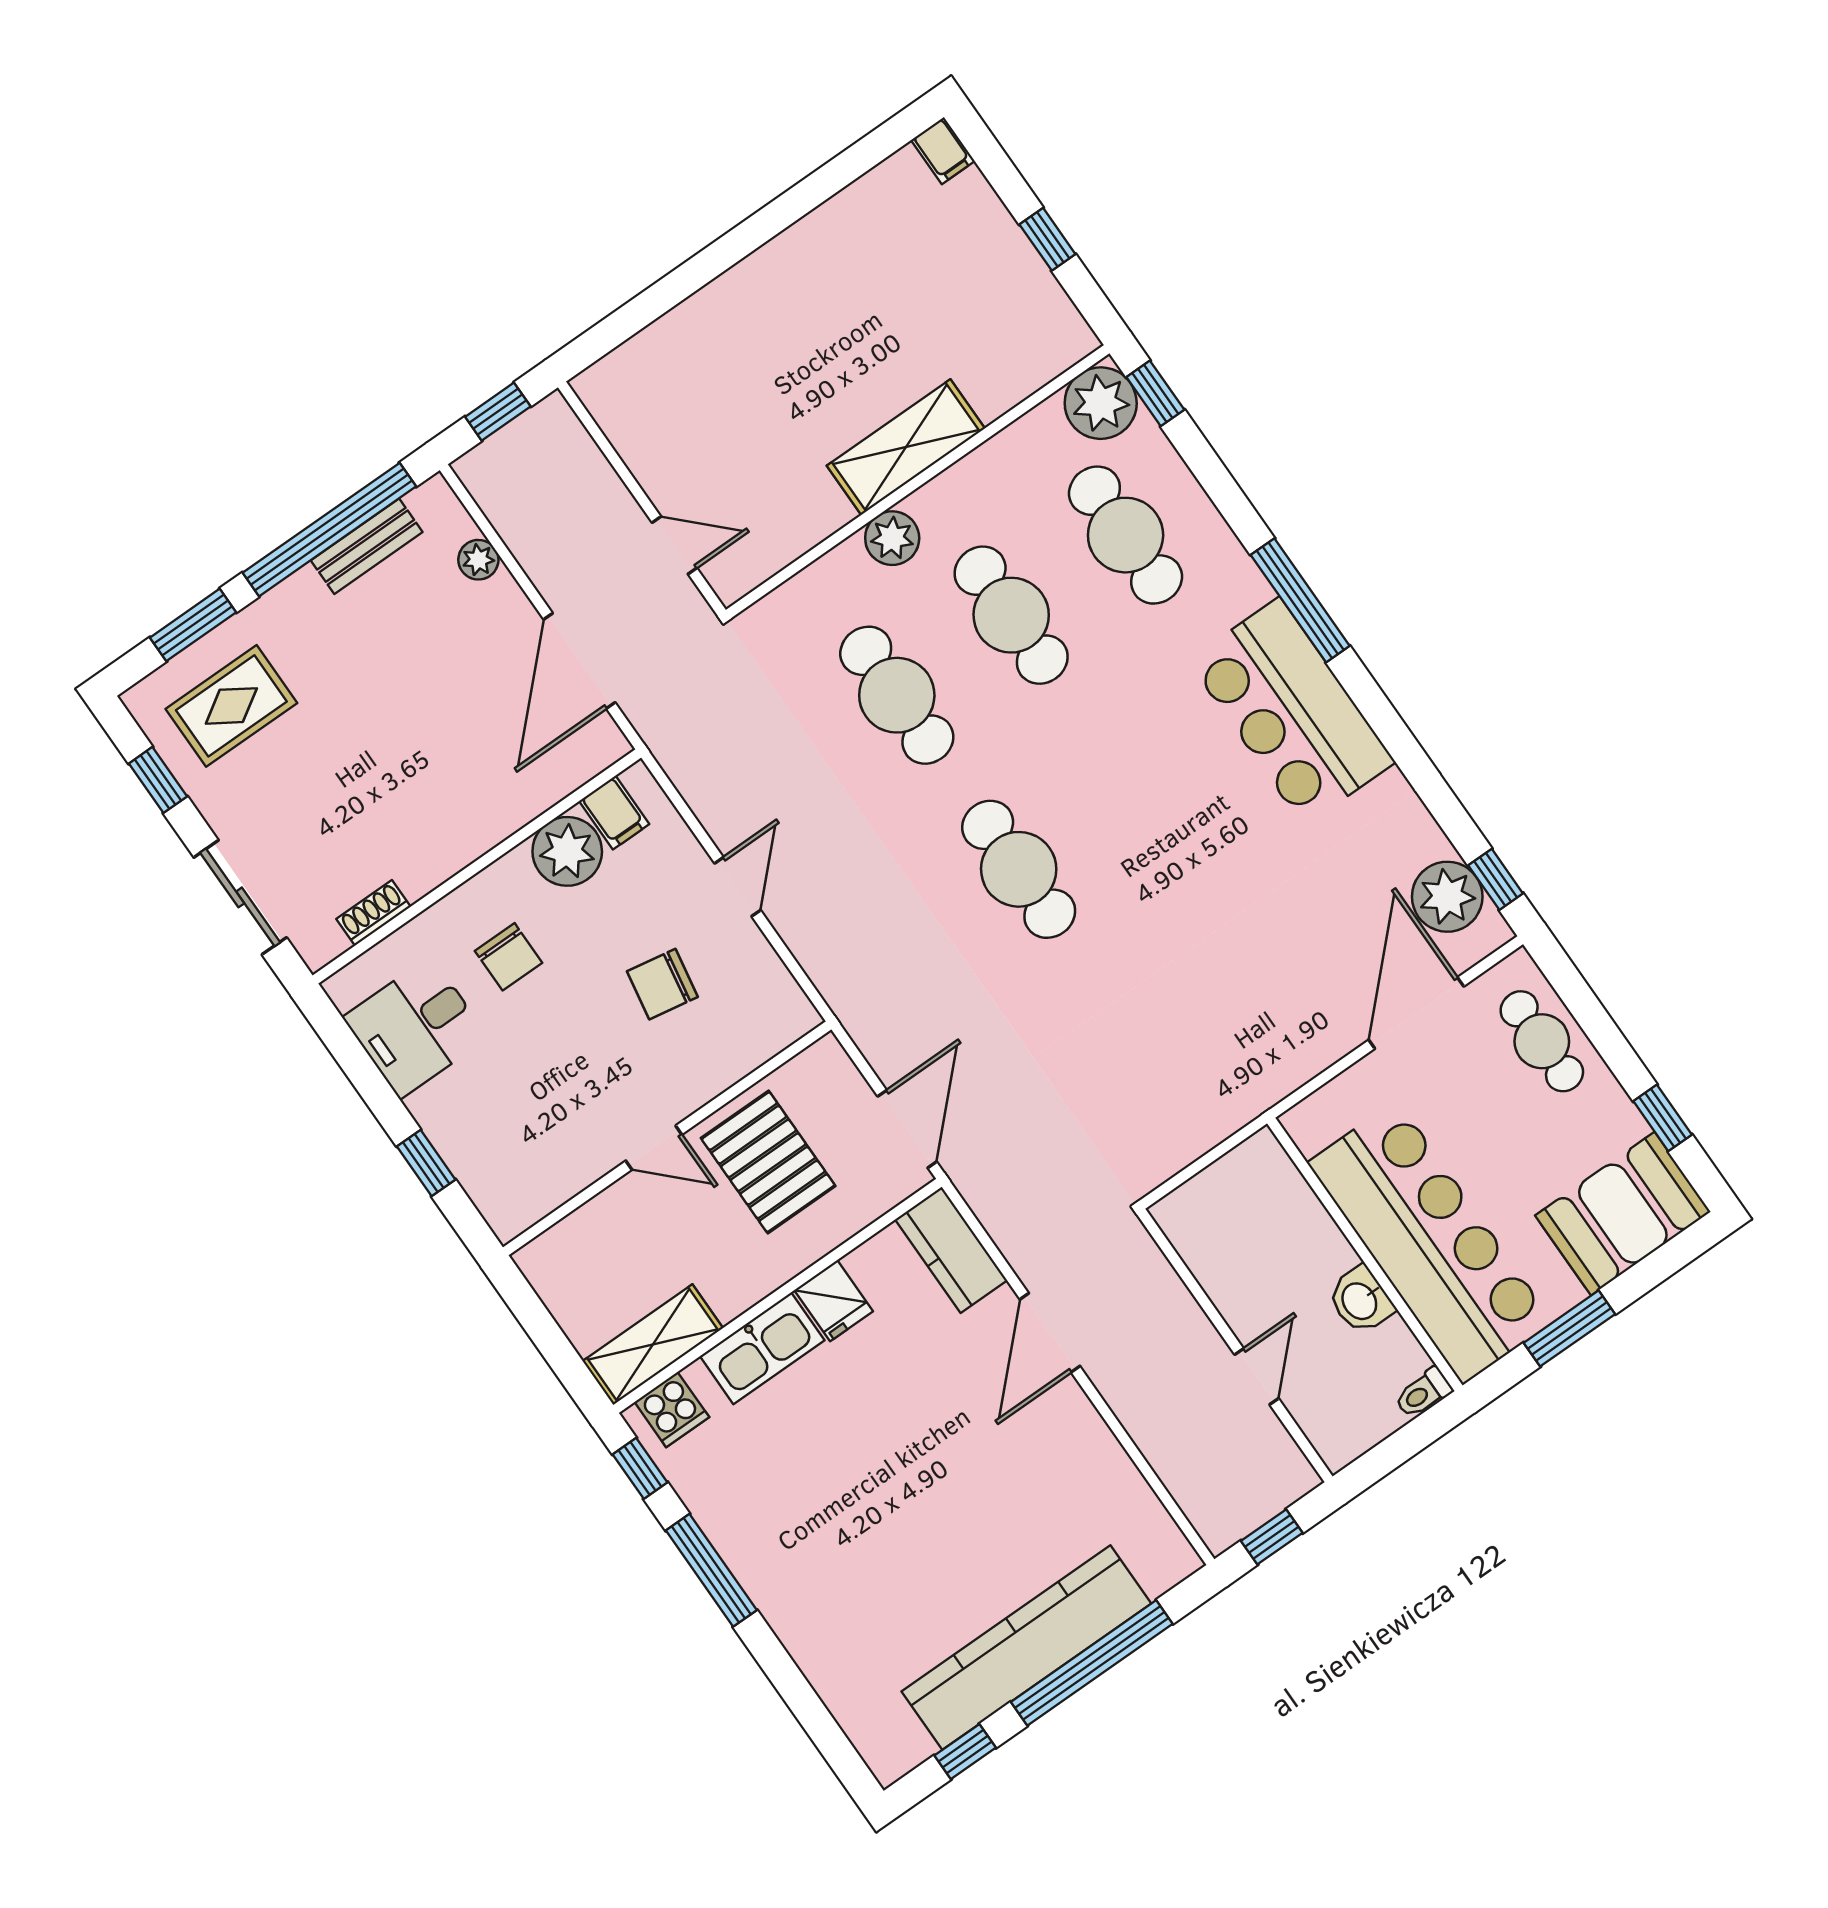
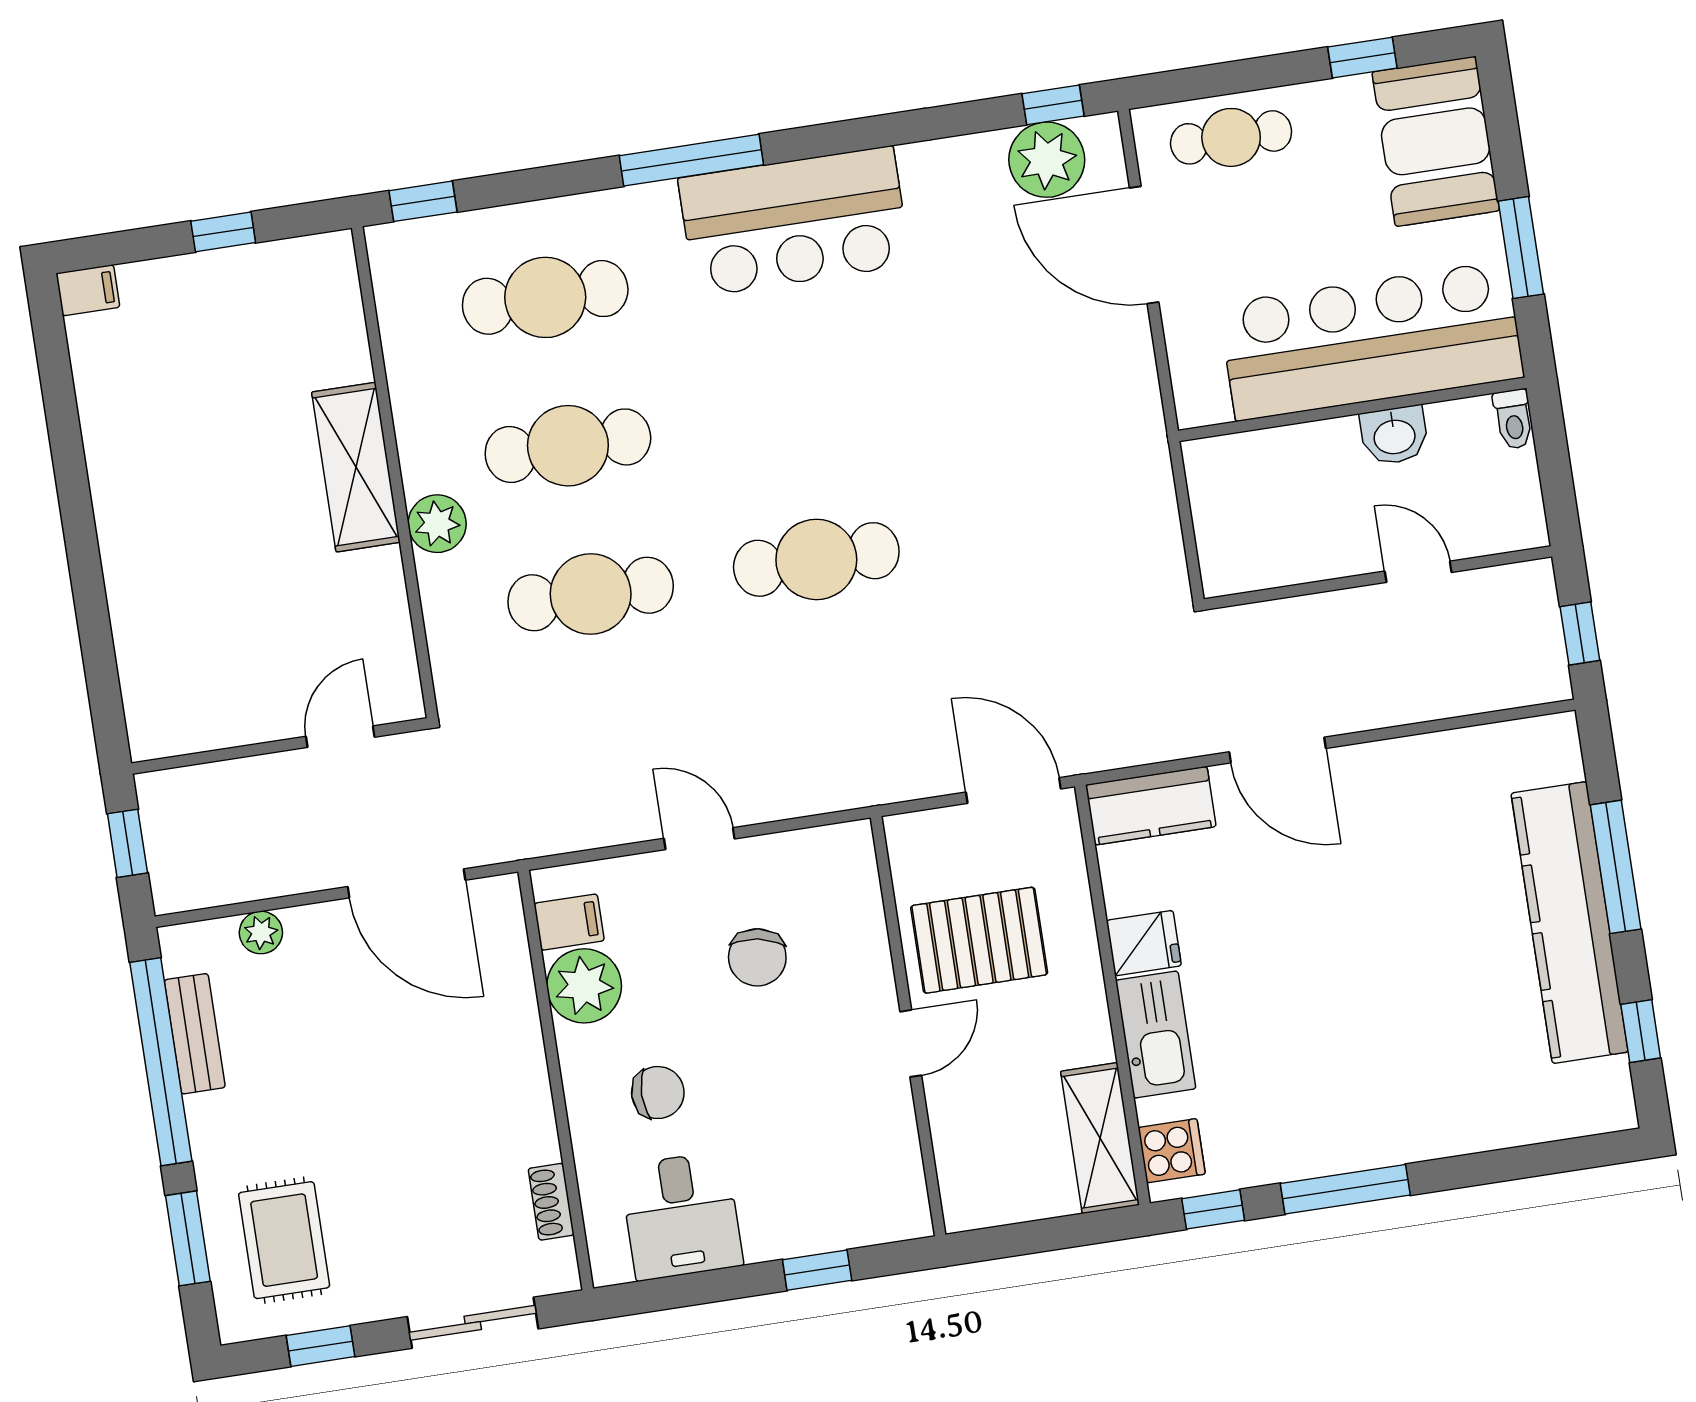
plant: (1101, 403) -> (406, 259), removed
window: (1092, 1663) -> (1616, 867), width x0.68

